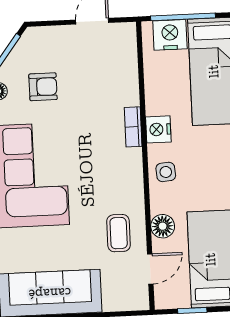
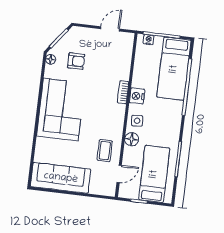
nightstand: (170, 35) -> (149, 40), width x0.53, depth x0.56
floor lamp: (163, 226) -> (132, 139), moved

